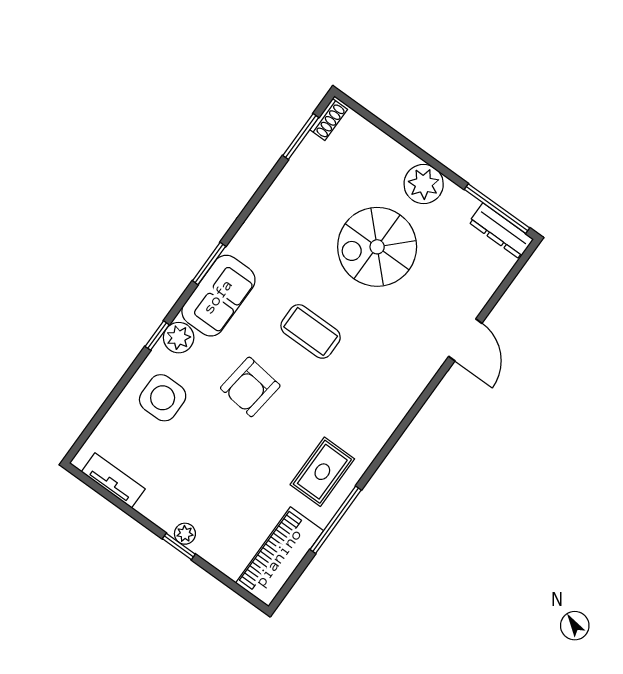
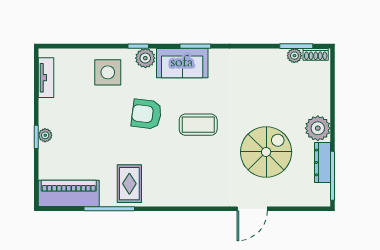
plant: (311, 147) -> (294, 56), added
dresser: (501, 231) -> (322, 162), moved
spiral stairs: (377, 247) -> (266, 152), moved, turned 90
coffee table: (311, 331) -> (198, 125), turned 90
rug: (322, 472) -> (129, 184), turned 90

